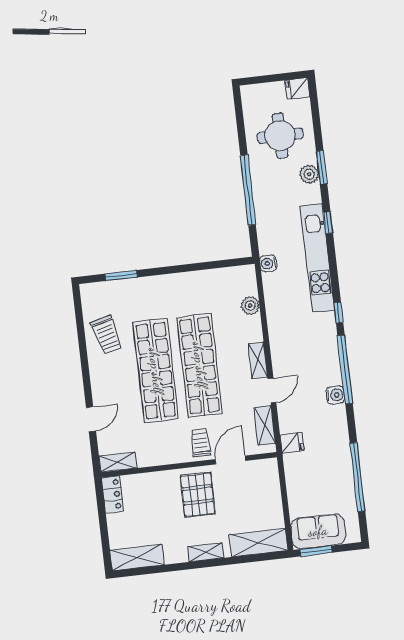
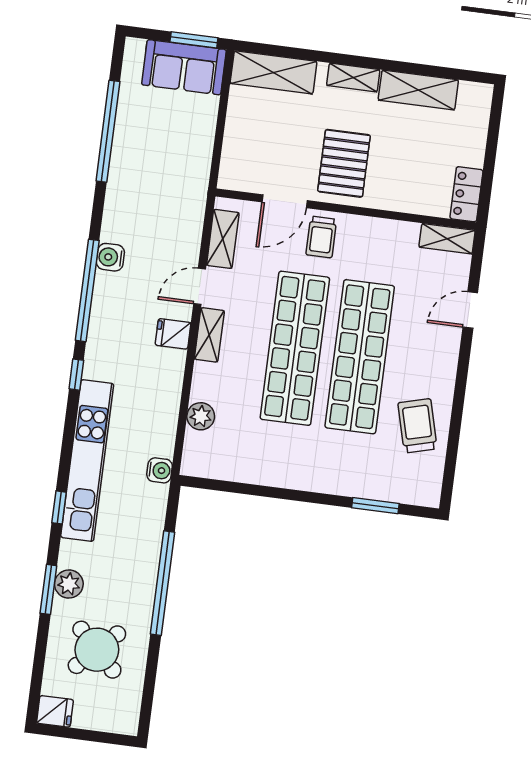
round table: (280, 136) -> (97, 650), turned 45
fridge: (292, 443) -> (173, 334), moved
shelving: (137, 558) -> (418, 90), moved

